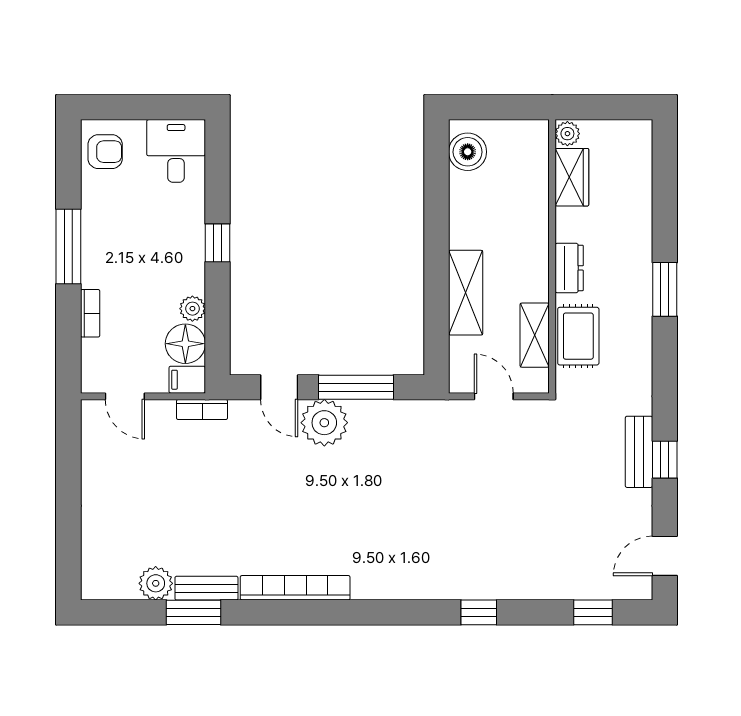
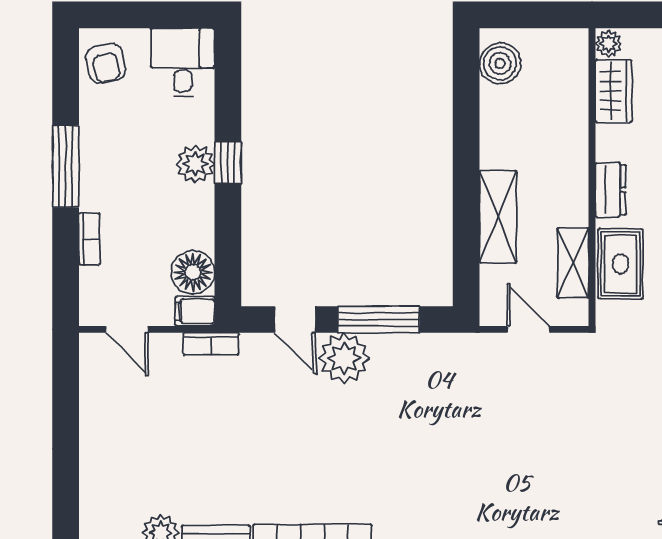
armchair: (105, 152) -> (106, 63), turned 78
plant: (192, 309) -> (195, 164), moved, width x1.38, depth x1.38

